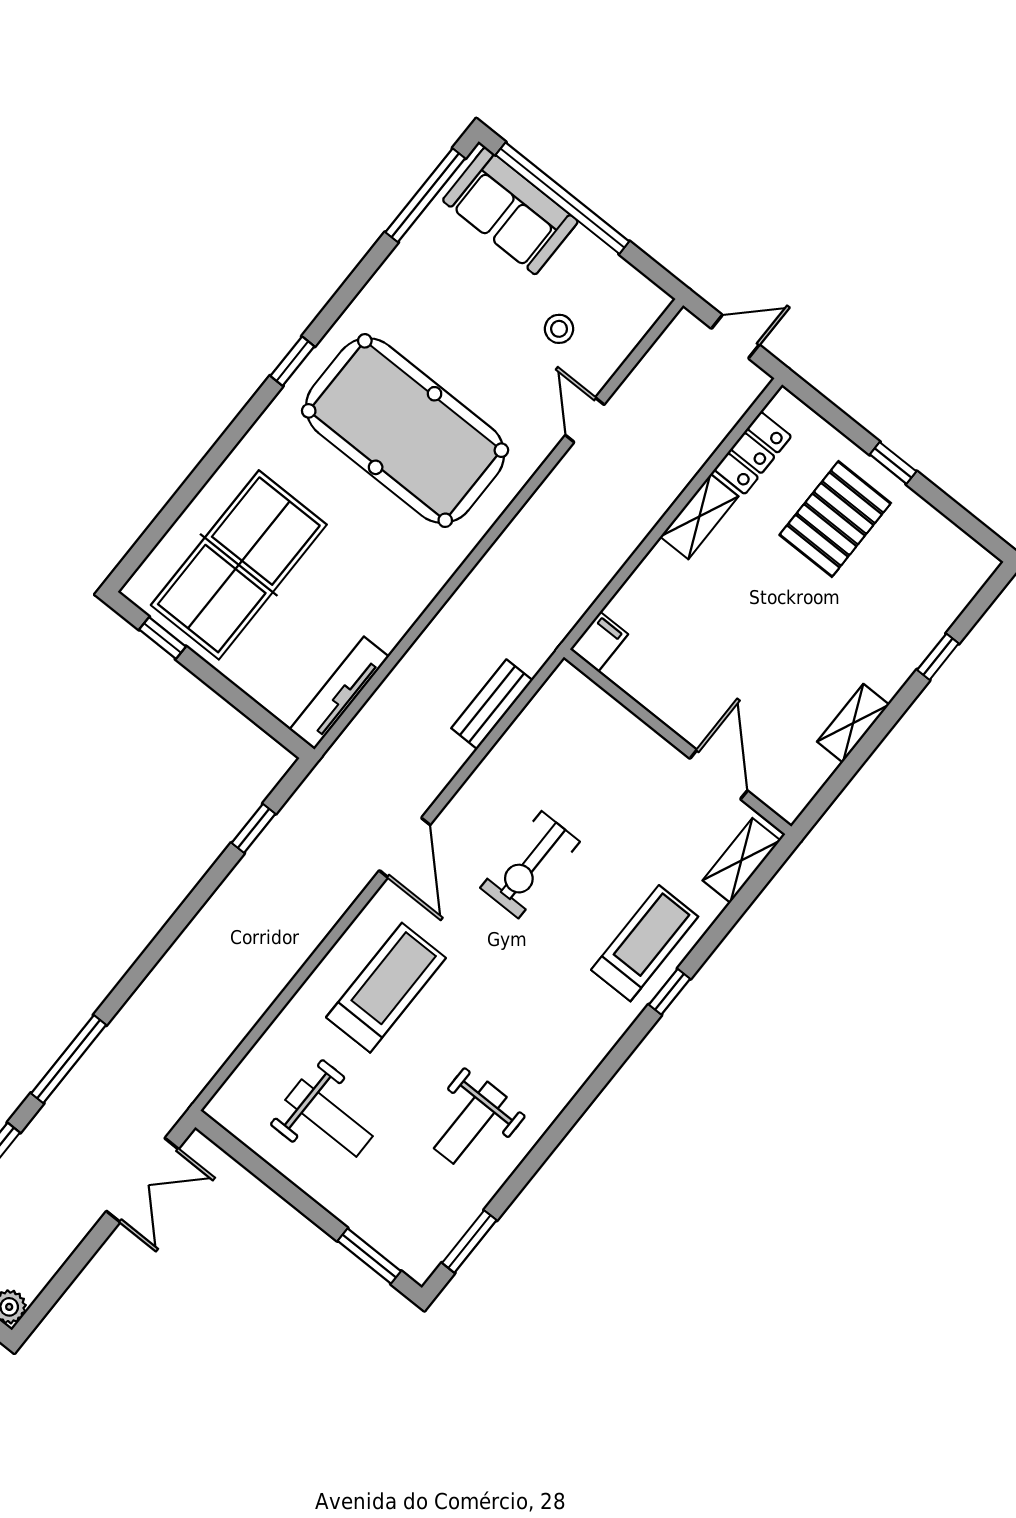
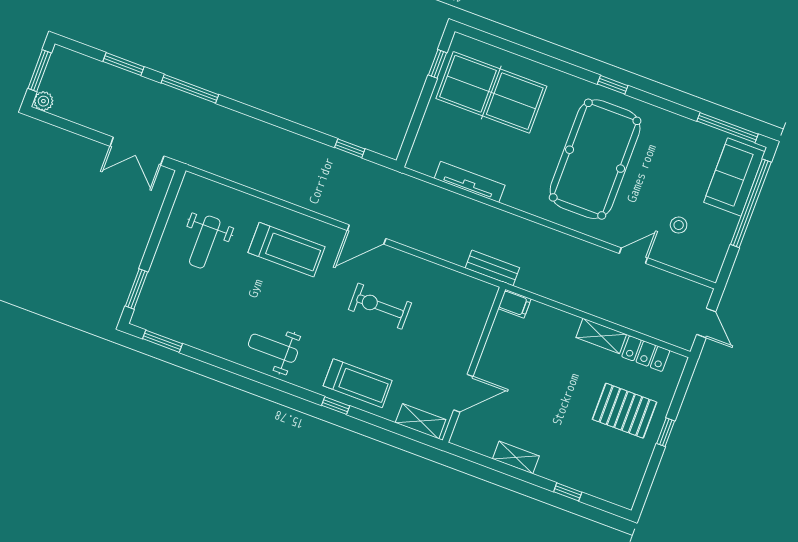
tv unit: (339, 693) -> (470, 182), moved
bench: (492, 704) -> (492, 268), moved
weight bench: (470, 1123) -> (273, 348), moved

